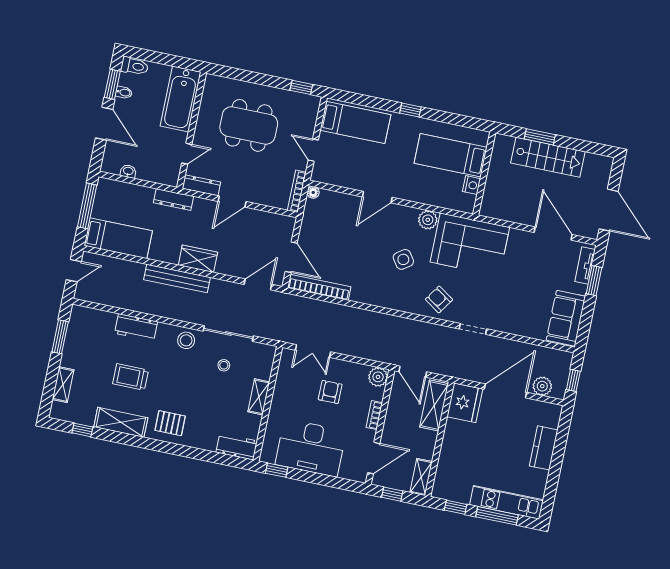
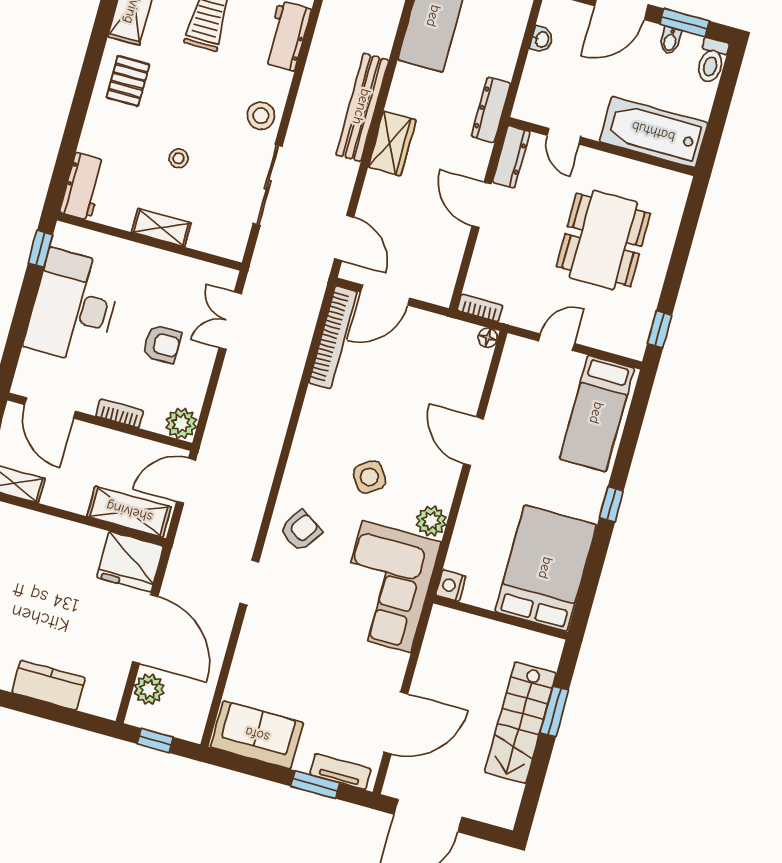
bed: (451, 155) -> (546, 568), width x1.50
nightstand: (472, 185) -> (451, 586), moved, turned 90
bookcase: (297, 191) -> (480, 308), width x0.64
stool: (224, 365) -> (179, 158), moved

